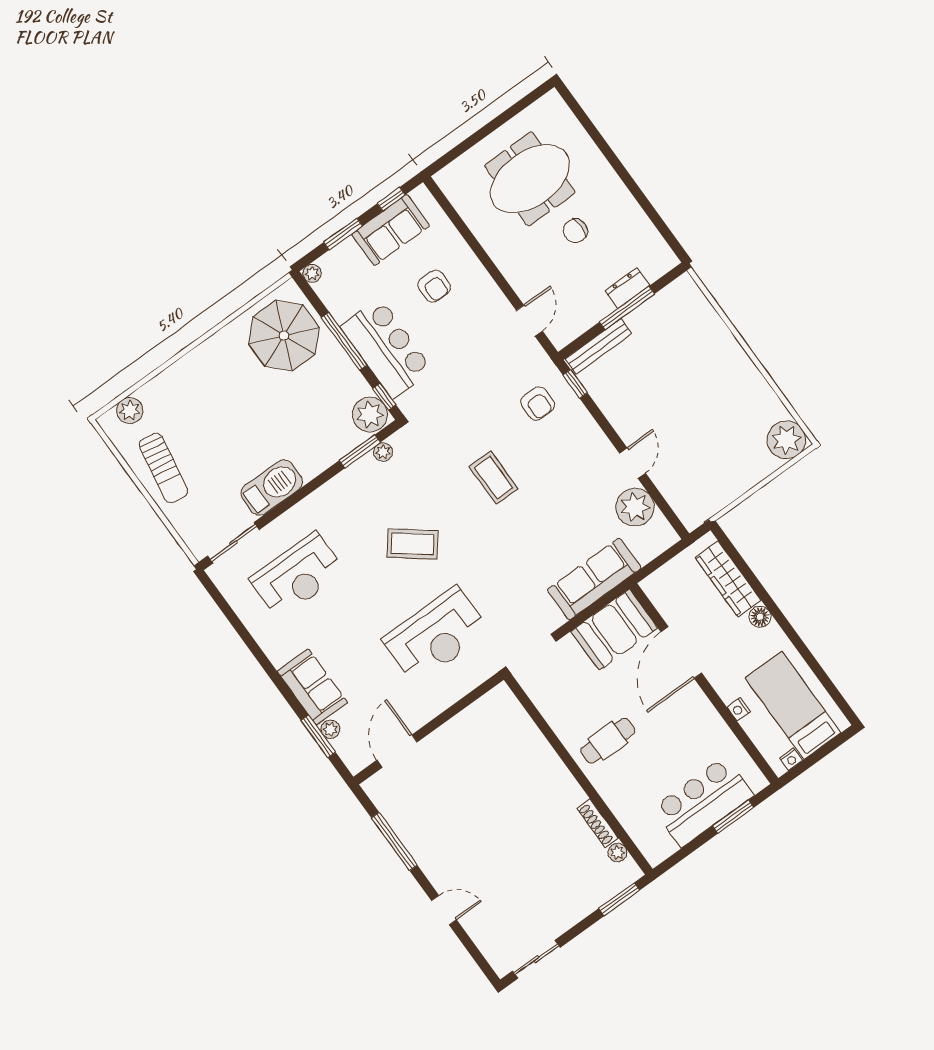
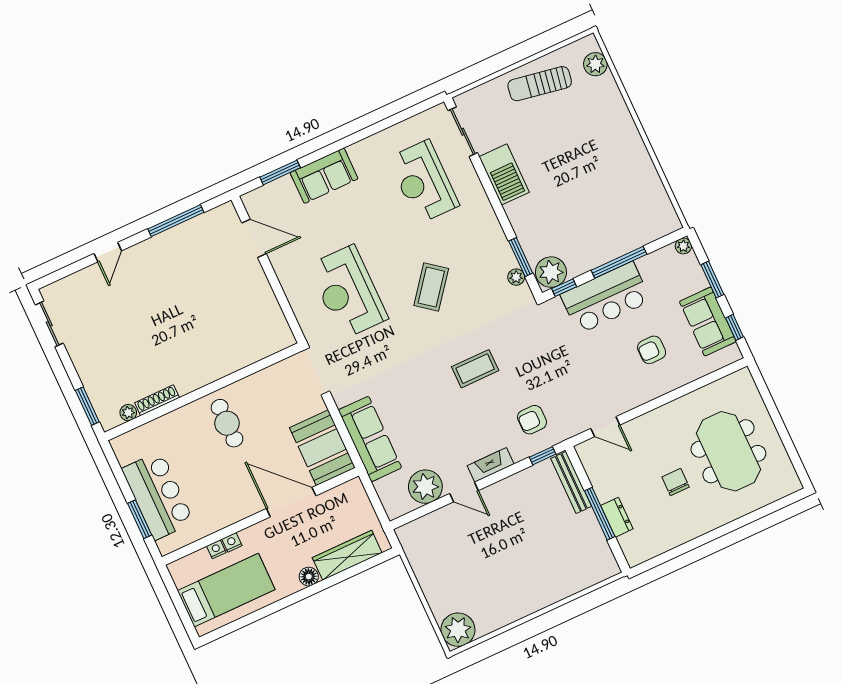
parasol: (284, 336) -> (634, 211), removed
fireplace: (597, 440) -> (491, 465), added
plant: (330, 729) -> (284, 184), removed
nightstand: (791, 759) -> (216, 549), moved, turned 90

